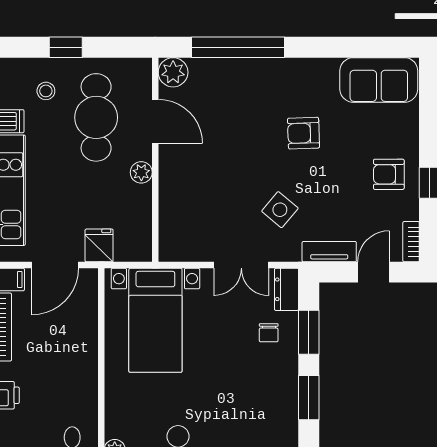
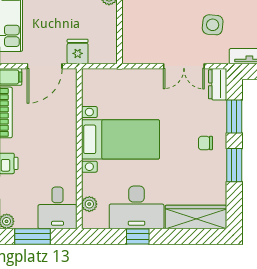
side table: (280, 210) -> (213, 25), turned -35
bed with nightstands: (155, 320) -> (120, 139), moved, turned -90
chair: (269, 333) -> (205, 143), moved, turned 90

